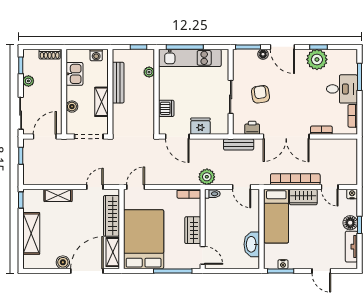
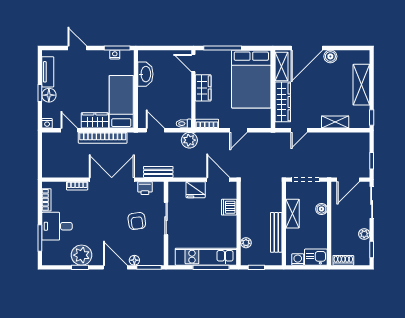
kitchen sink: (74, 74) -> (316, 257), moved, turned 90
door: (136, 187) -> (238, 130), moved

